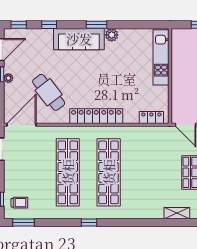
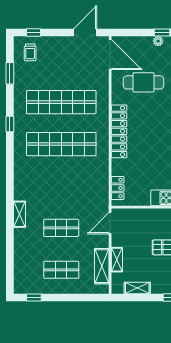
cafe table: (49, 92) -> (143, 82), turned 38
window: (23, 222) -> (10, 73), moved

